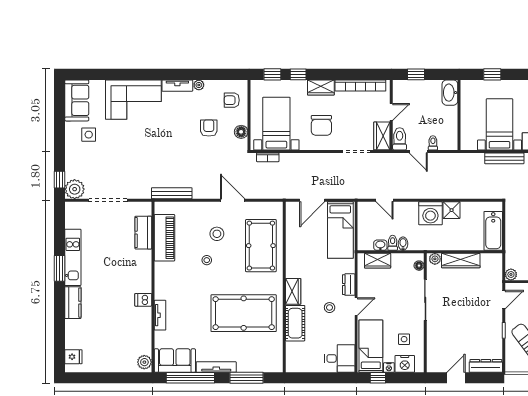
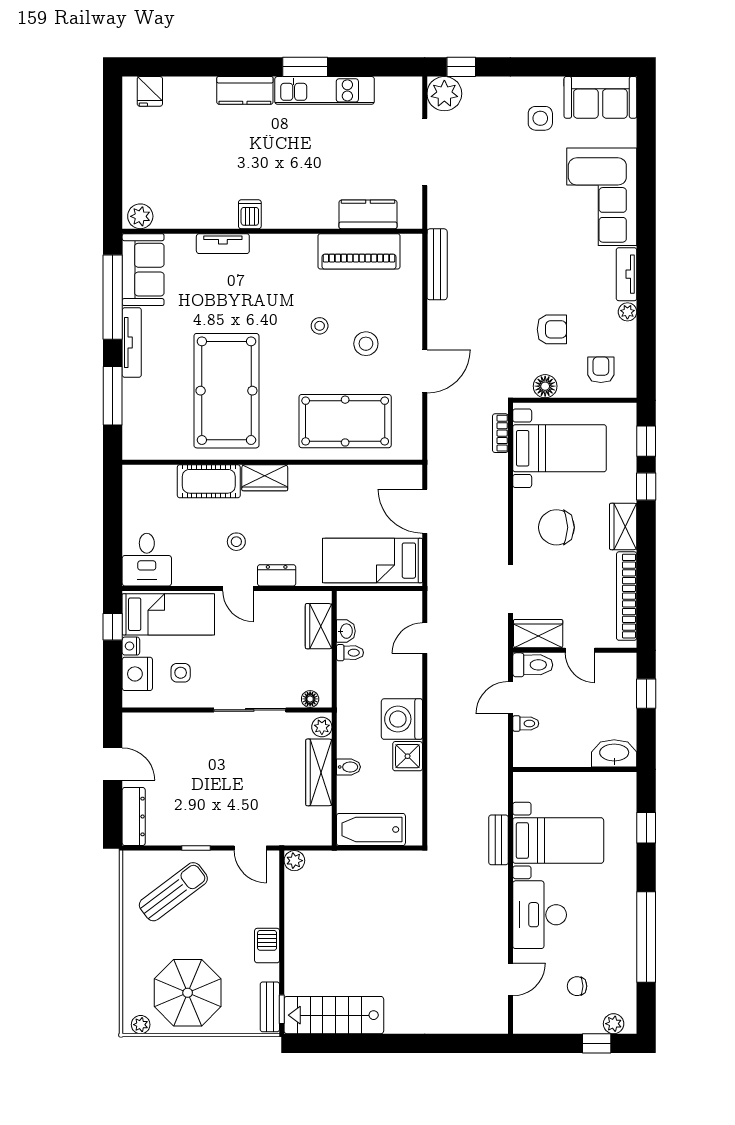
bench: (504, 158) -> (498, 840), width x0.73
bidet: (403, 244) -> (349, 767), moved

